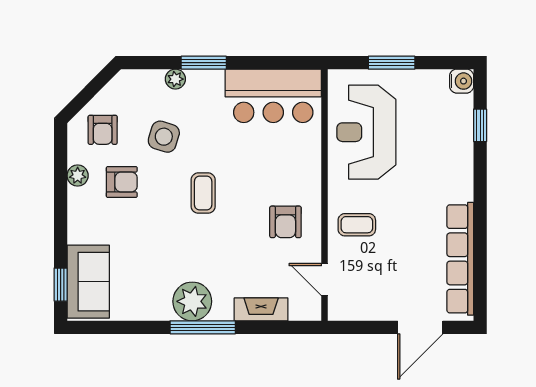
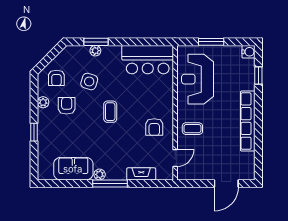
window: (204, 63) -> (96, 42), moved
armchair: (122, 182) -> (67, 106), turned -90
row of seats: (460, 259) -> (248, 121), moved
door: (324, 280) -> (175, 158), swing flipped
sofa: (88, 282) -> (73, 169), moved, turned -90
window: (61, 285) -> (34, 132), moved
plant: (192, 301) -> (100, 174), width x0.53, depth x0.53

